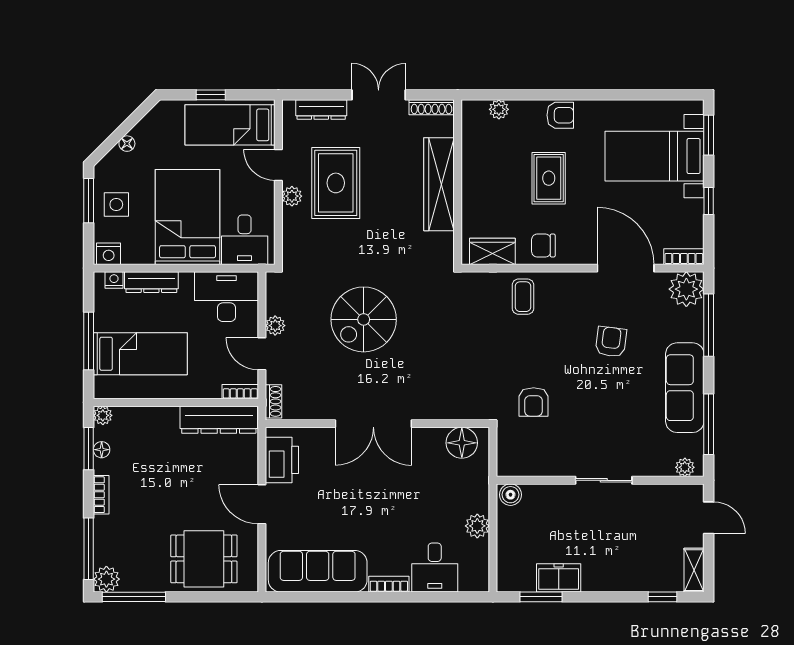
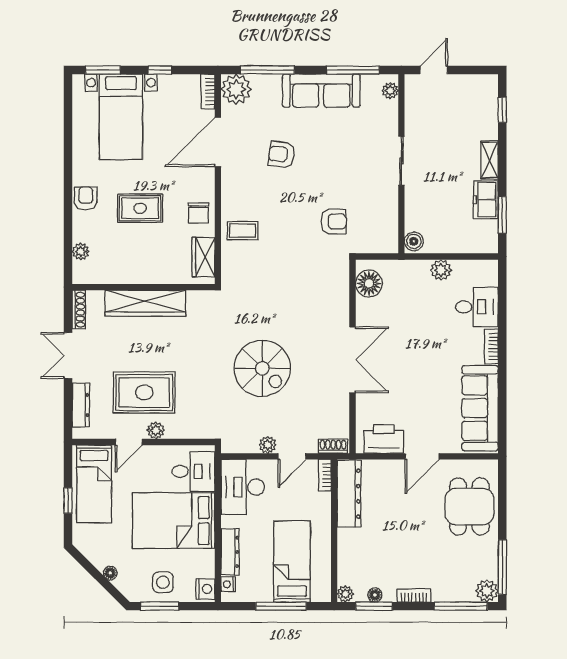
shelving: (694, 570) -> (490, 160), moved, turned 90

